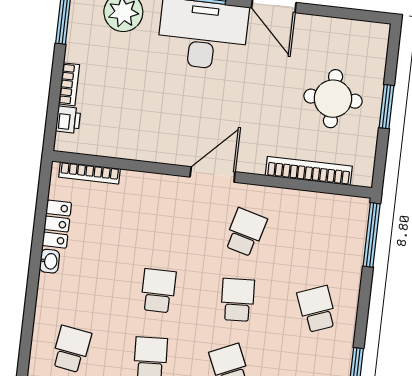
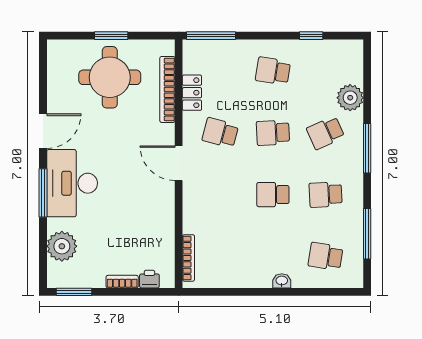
round table: (333, 99) -> (110, 77), width x1.36, depth x1.36
locker: (57, 224) -> (192, 93), moved, turned 90
washbasin: (50, 261) -> (282, 281), moved
school desk: (317, 309) -> (273, 71), turned 30

